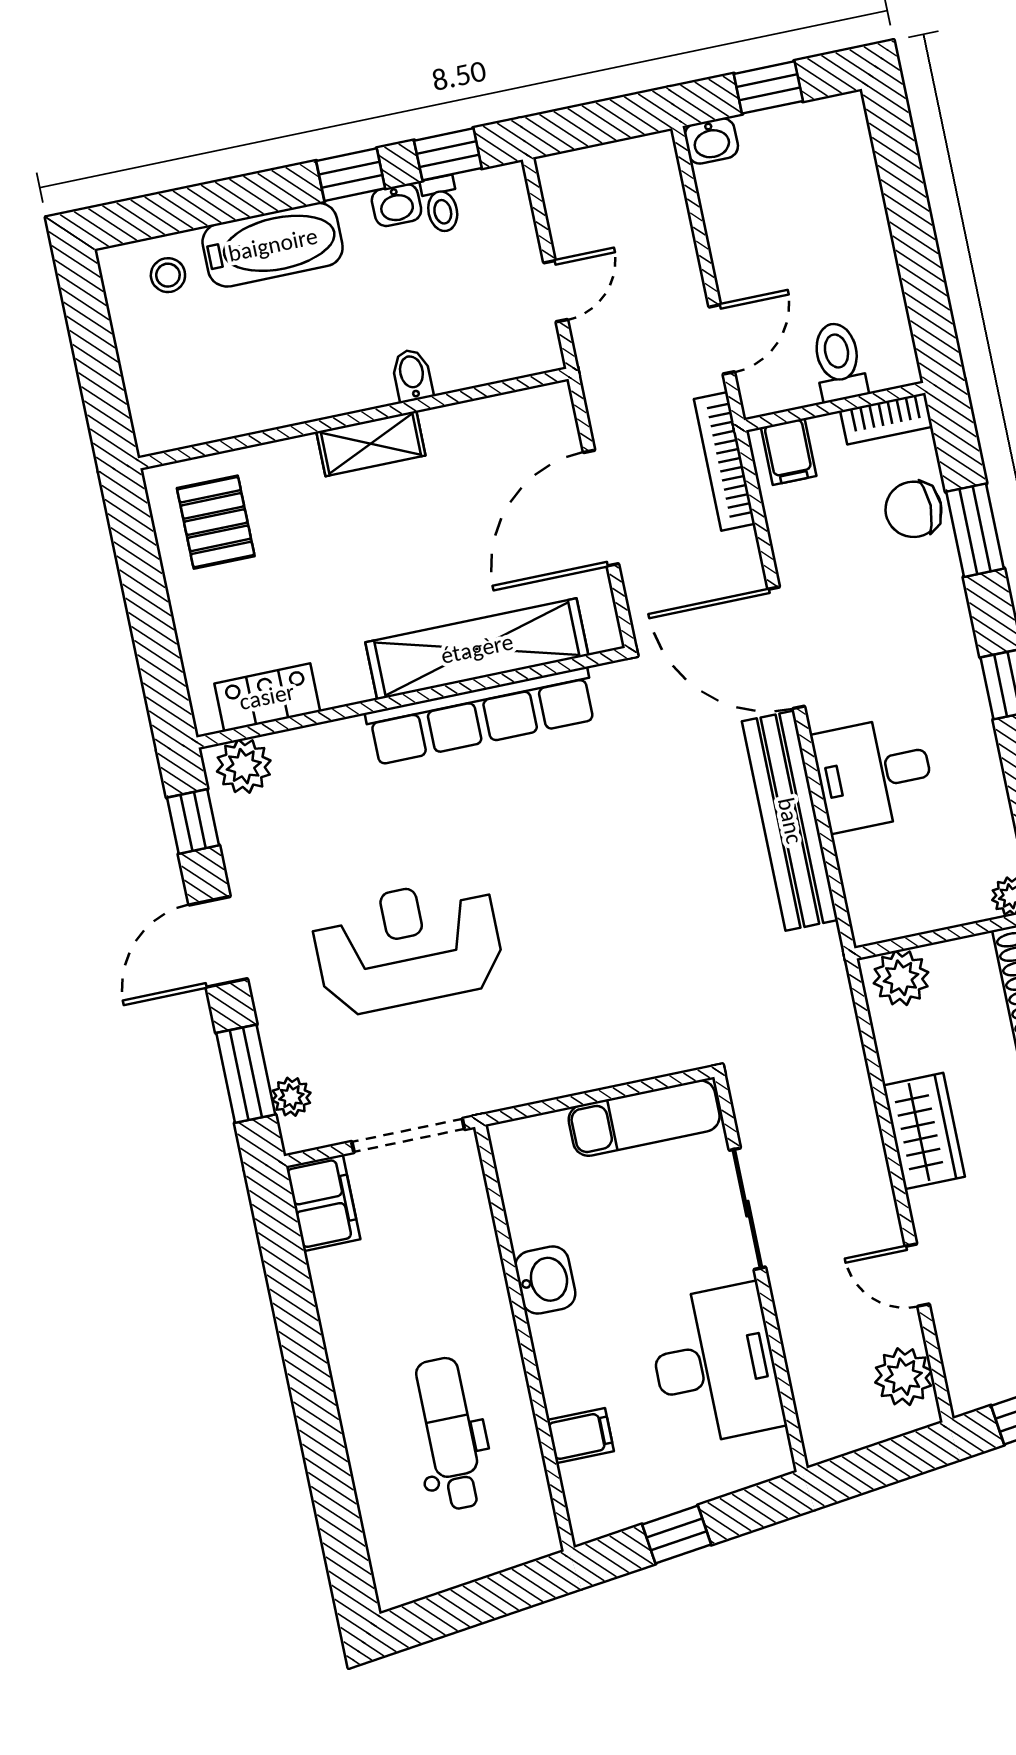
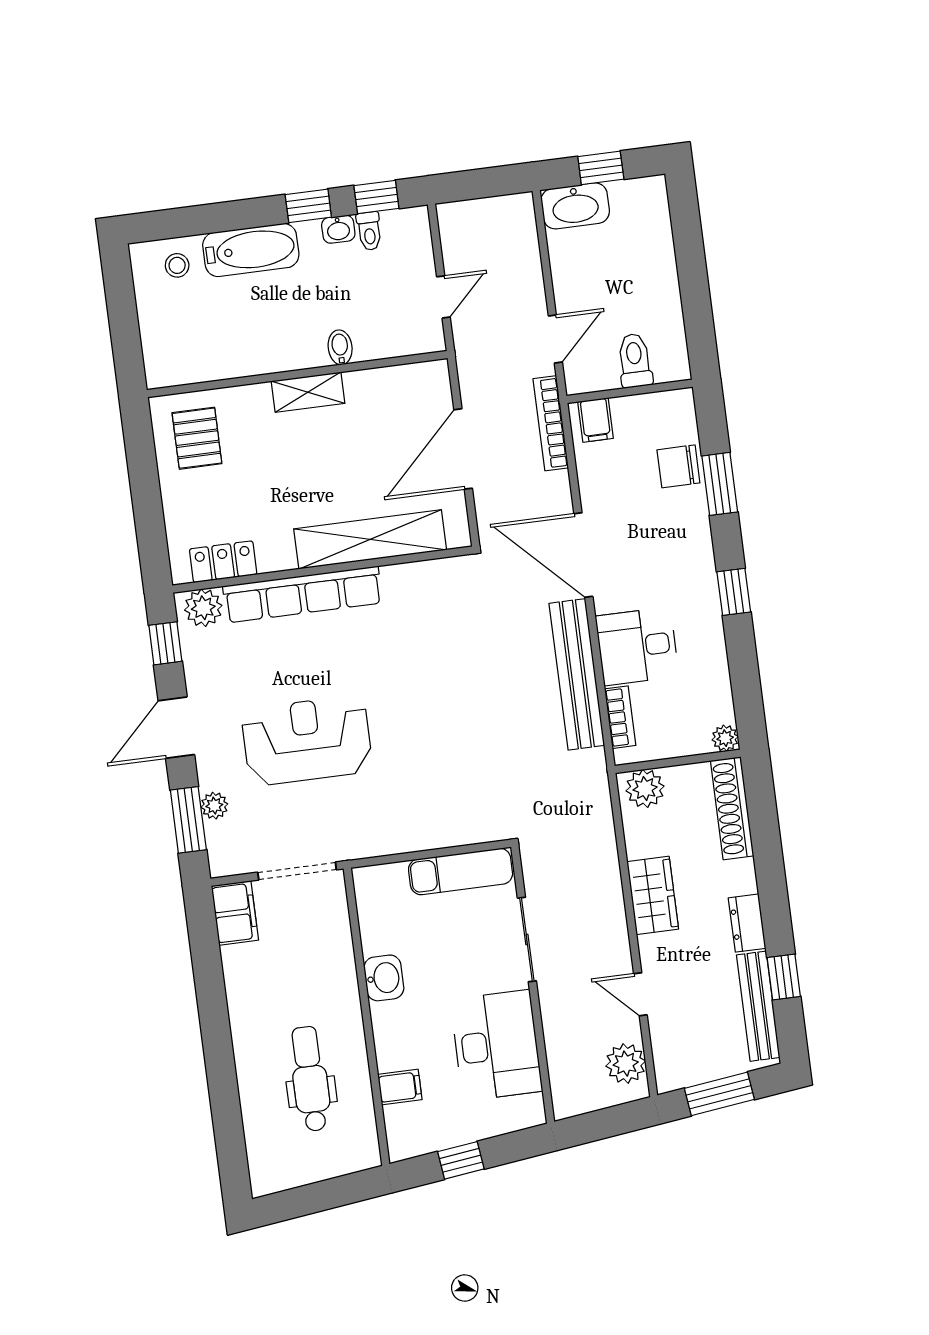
washbasin: (711, 141) -> (575, 206), width x1.91, depth x1.45
bookcase: (886, 419) -> (620, 717), moved, turned -90
row of seats: (481, 716) -> (303, 594), moved
plant: (291, 1097) -> (214, 806), moved

